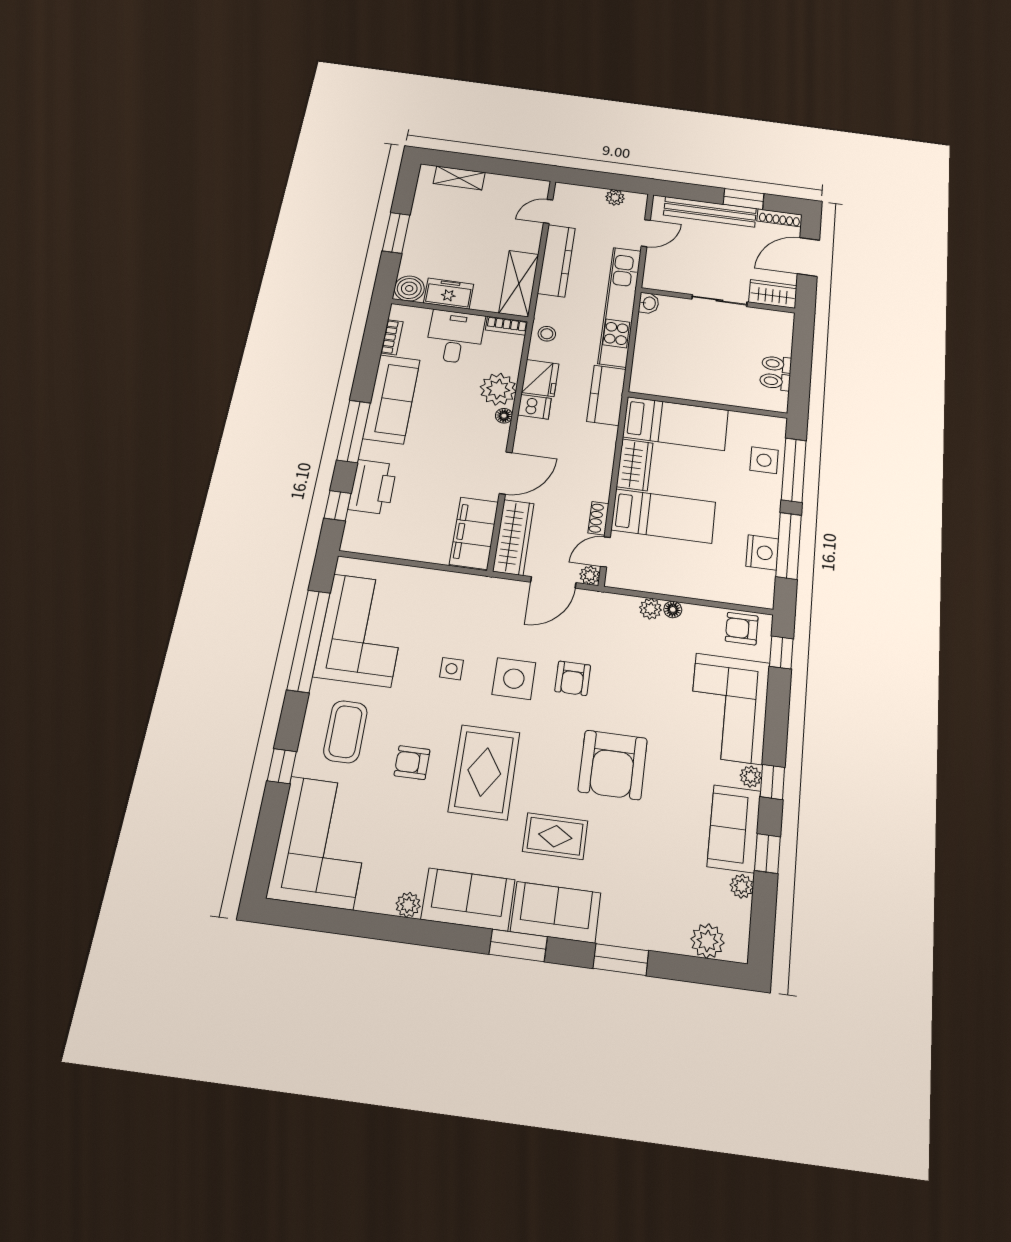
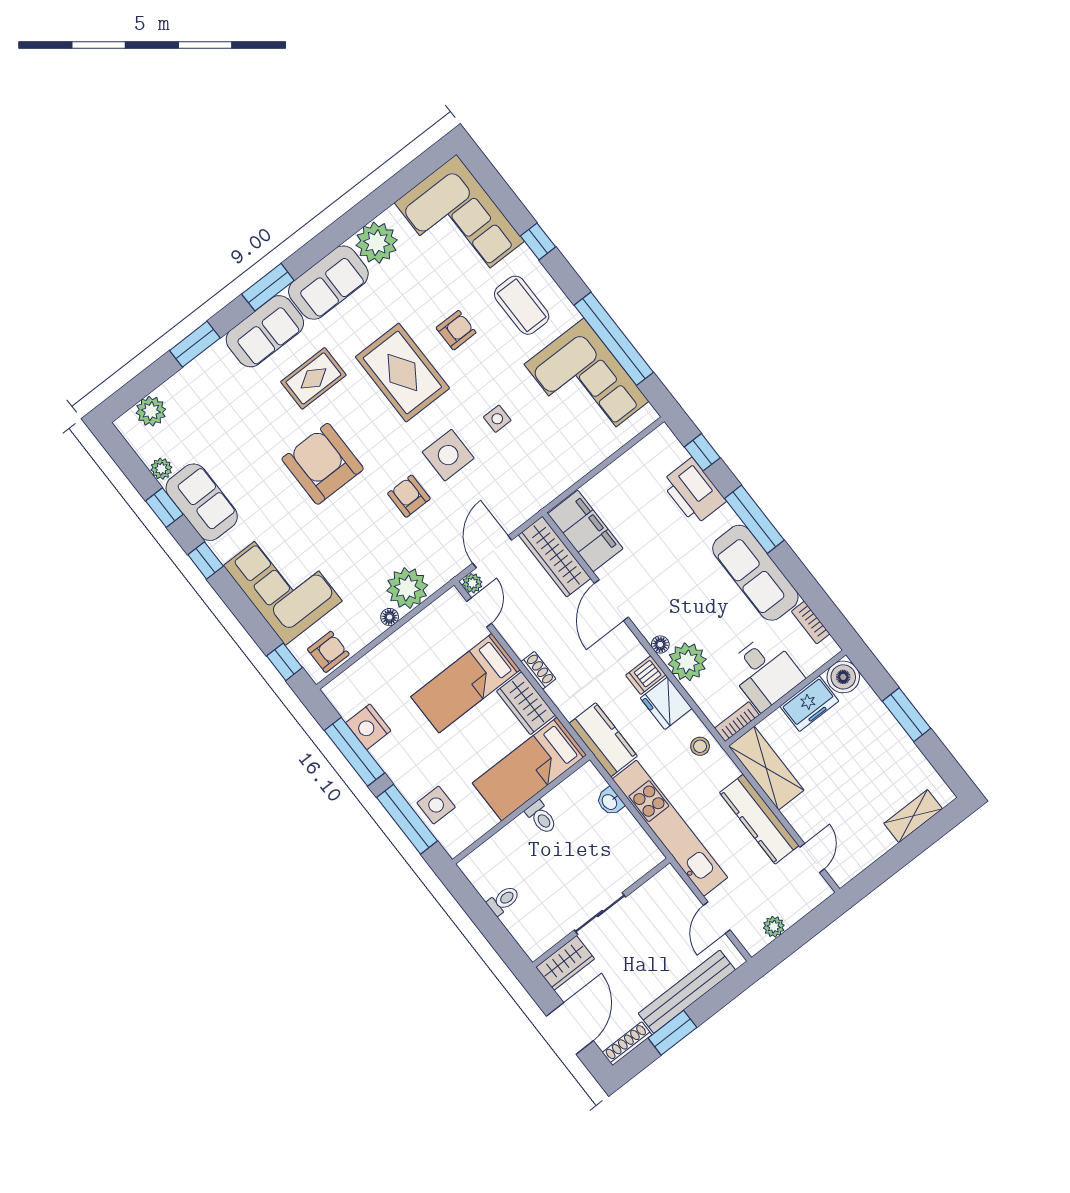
washbasin: (649, 303) -> (610, 802), moved
toilet: (775, 381) -> (541, 817), moved, turned 90
shoe rack: (598, 518) -> (538, 670), moved
plant: (651, 609) -> (407, 588), width x1.88, depth x1.88
plant: (751, 777) -> (223, 549), removed
plant: (408, 905) -> (377, 243), width x1.88, depth x1.88

